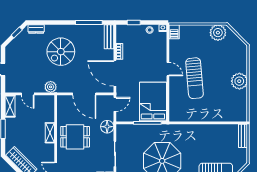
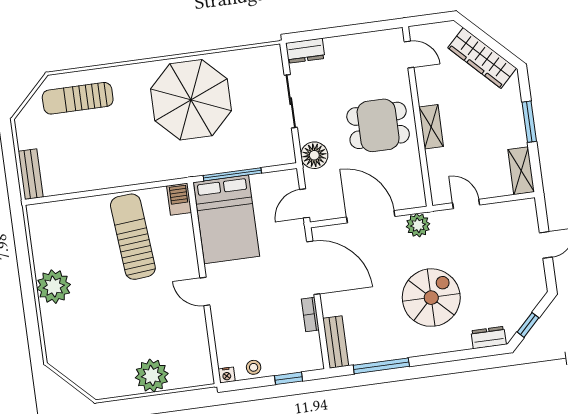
barbecue: (174, 32) -> (179, 199), moved
plant: (218, 33) -> (152, 376), moved
sun lounger: (195, 78) -> (133, 237), moved
plant: (51, 87) -> (418, 225), moved
door: (28, 94) -> (466, 204), moved

